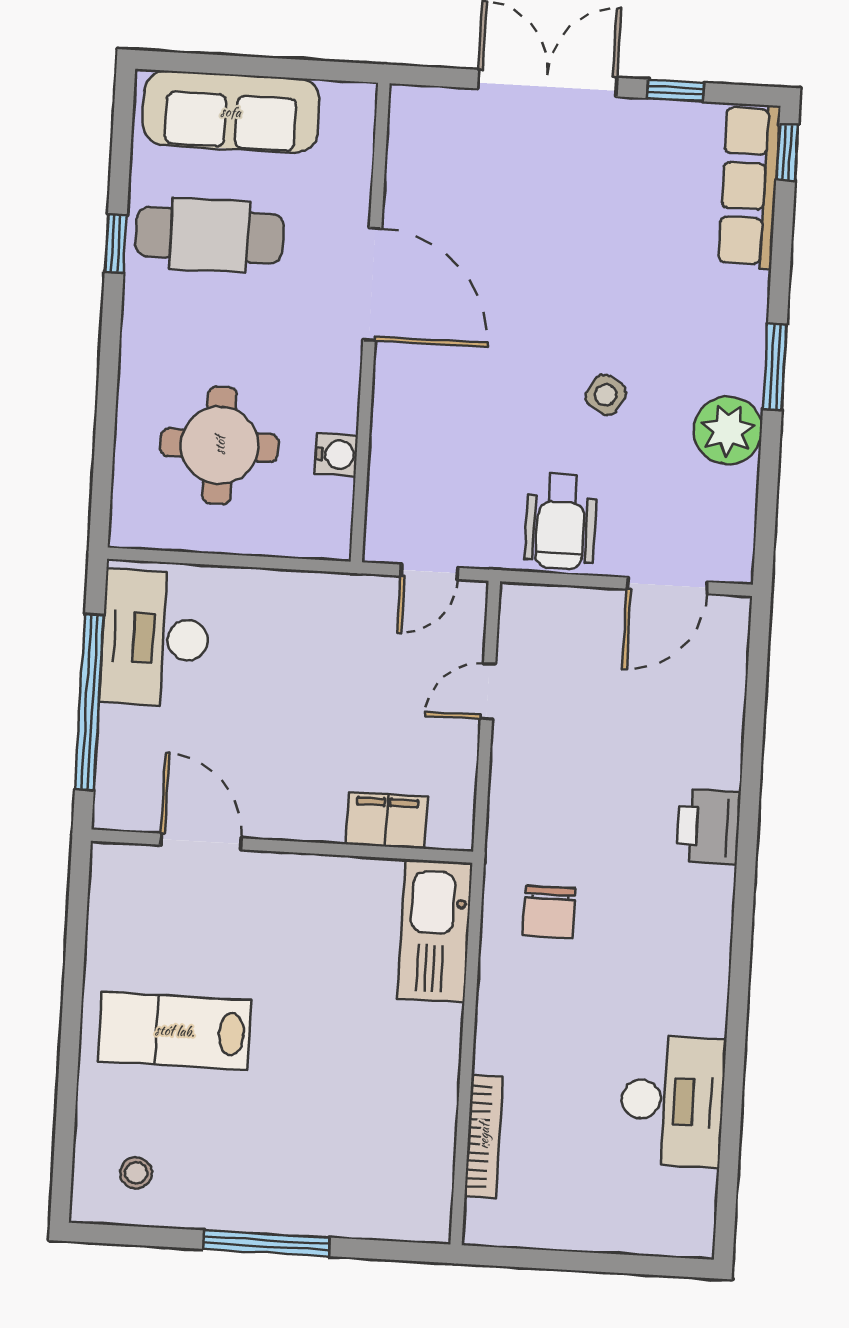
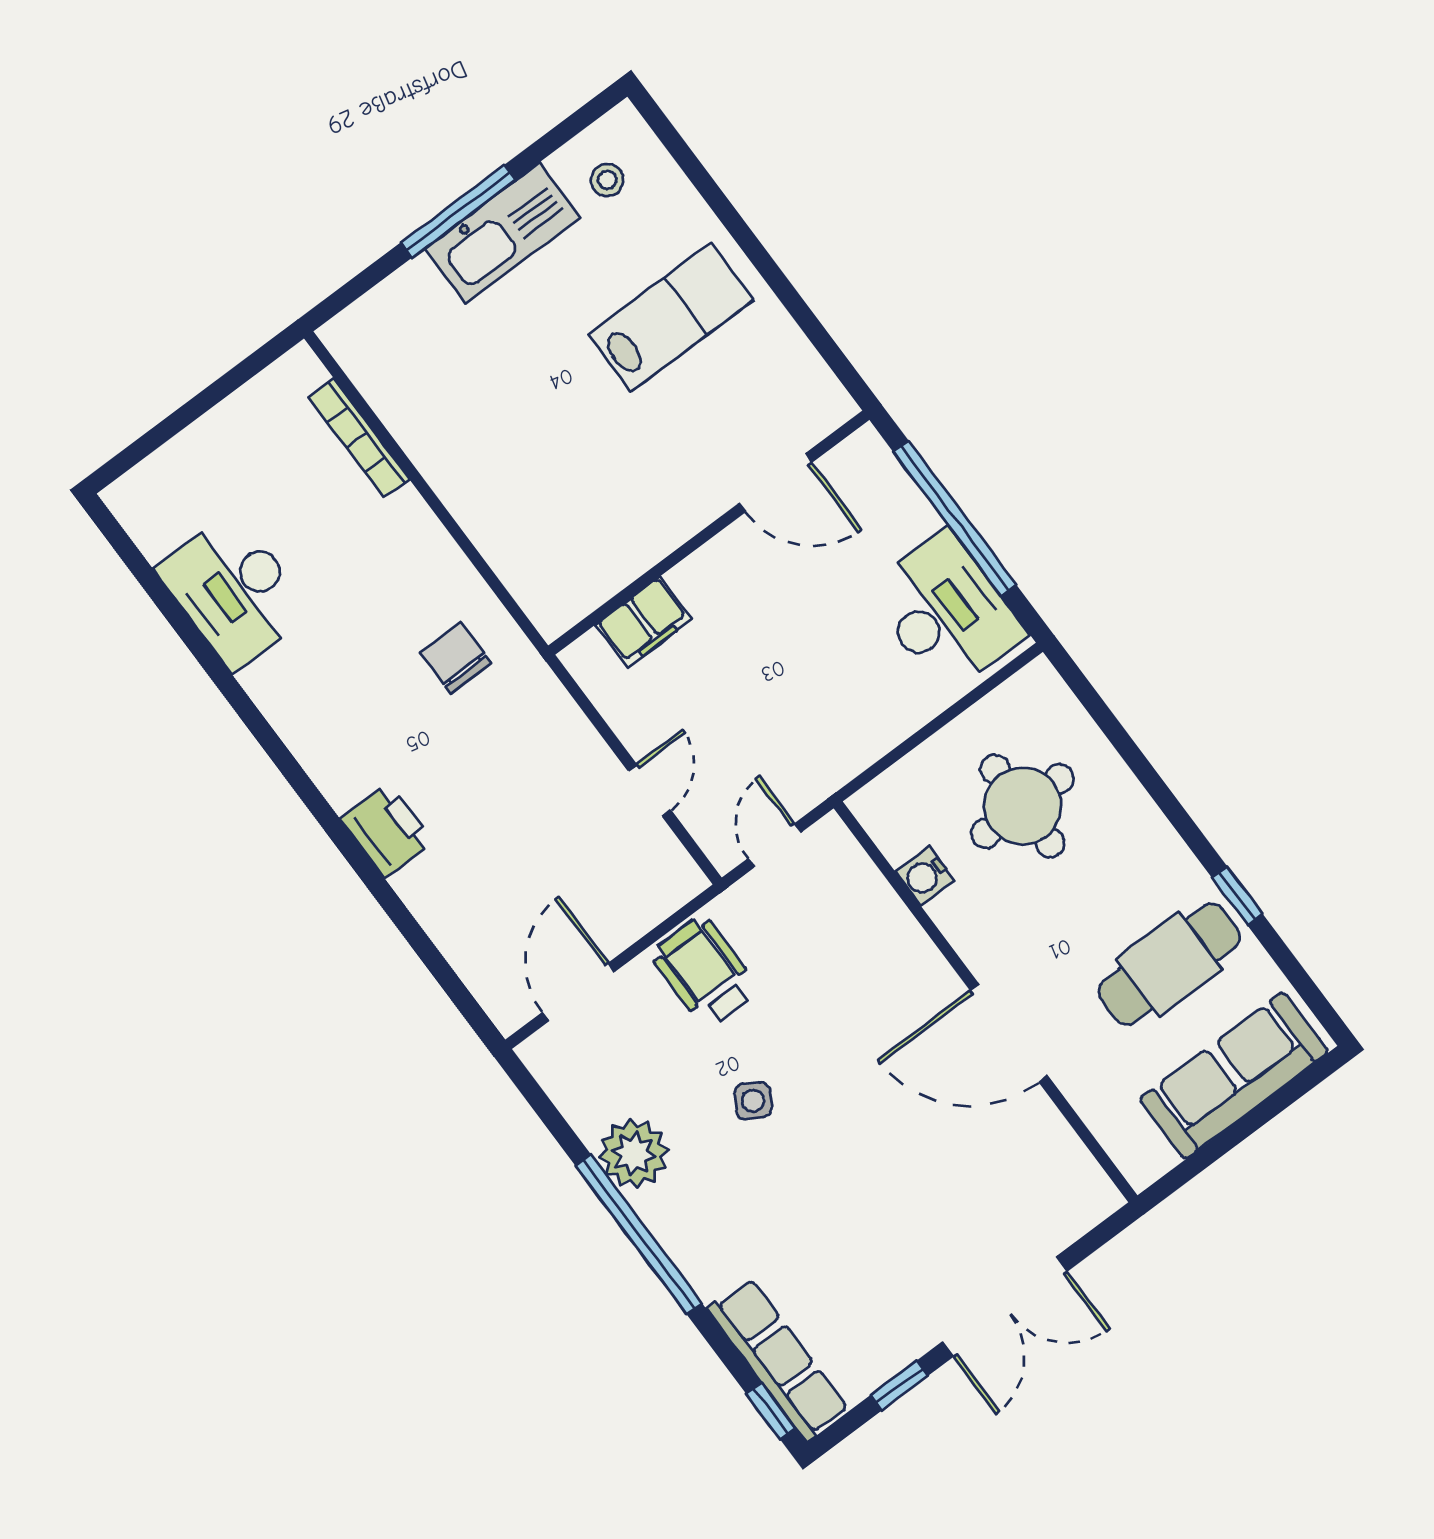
window: (775, 367) -> (639, 1234), width x2.11
kitchen sink: (435, 931) -> (503, 233), moved, turned 90

